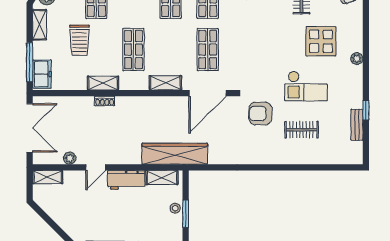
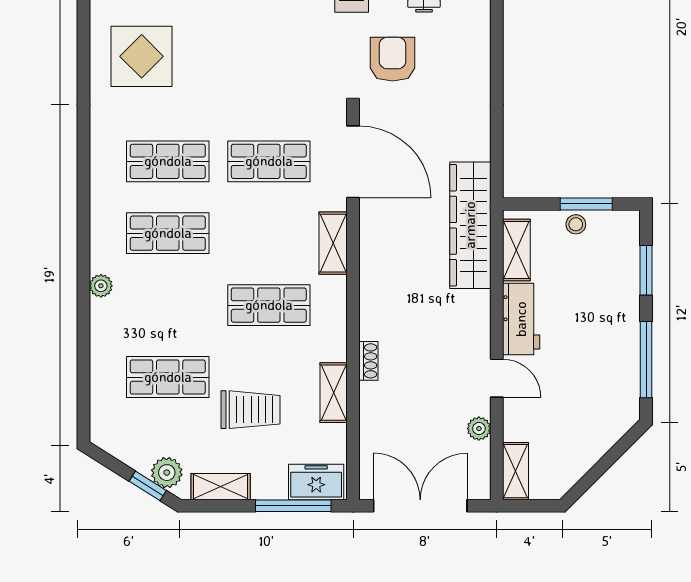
shelving: (103, 83) -> (334, 393), moved
armchair: (260, 113) -> (392, 59), turned 180

